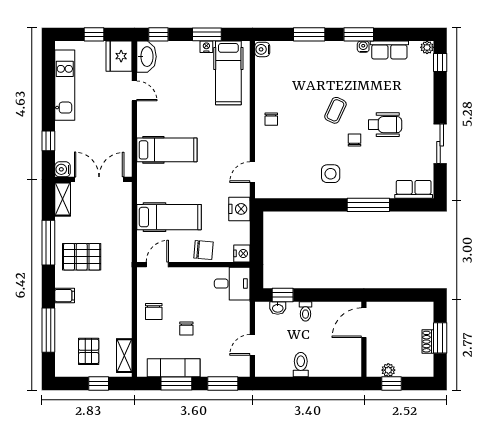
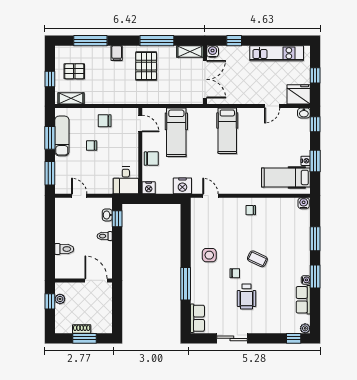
washbasin: (146, 57) -> (304, 113), width x0.52, depth x0.69
chair: (203, 250) -> (151, 159), turned -95
toilet: (301, 365) -> (64, 249), moved

